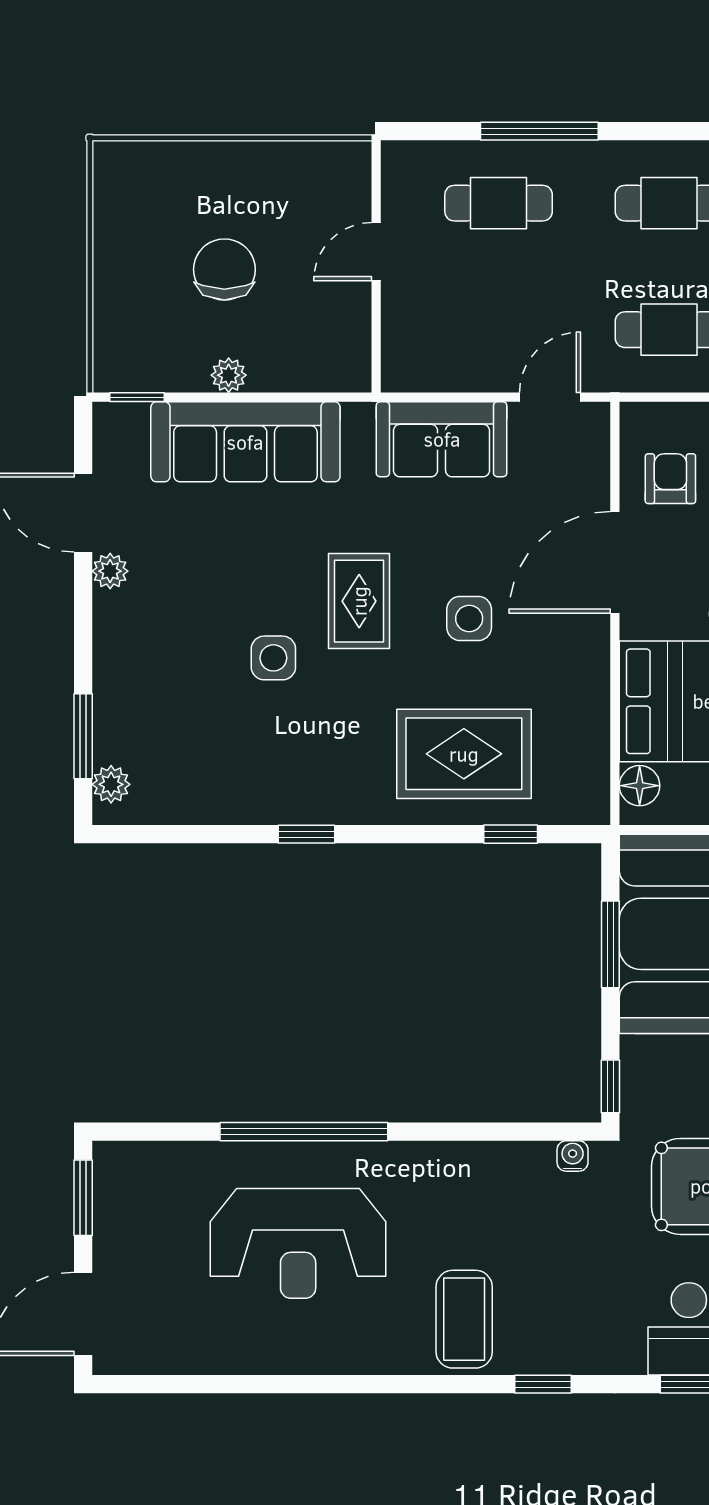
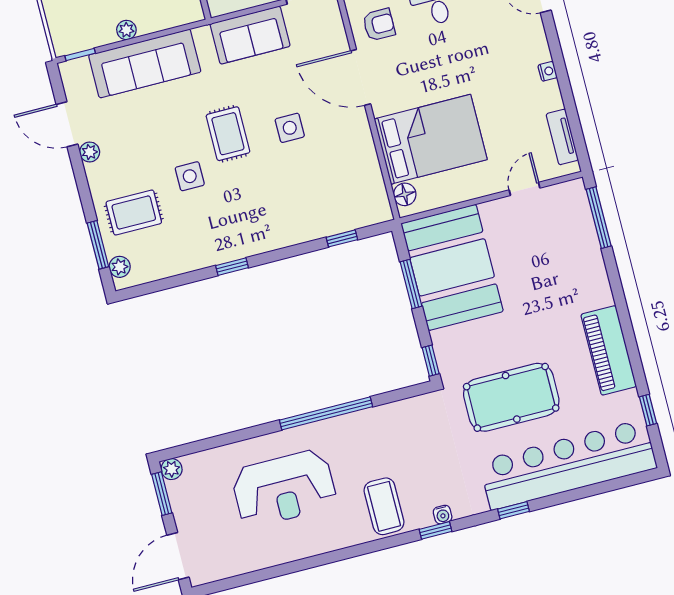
armchair: (670, 479) -> (379, 25), turned 90
door: (615, 562) -> (361, 77), hinge flipped
rug: (464, 754) -> (134, 213), moved, width x0.73, depth x0.70
window: (304, 1132) -> (326, 413), moved
water cooler: (573, 1156) -> (443, 515), moved, turned 180
plant: (111, 1159) -> (172, 469), added

